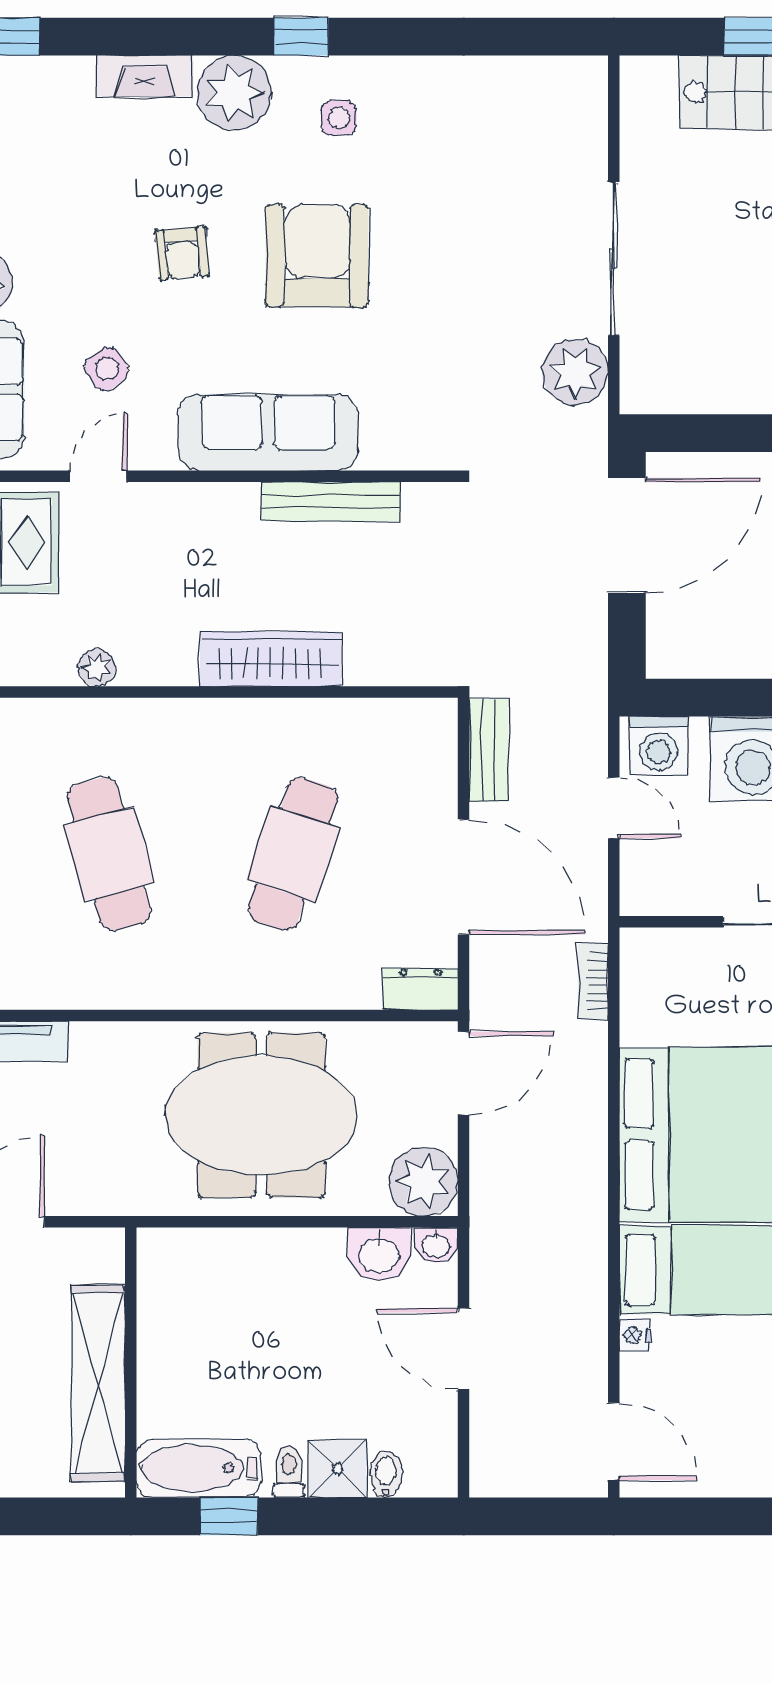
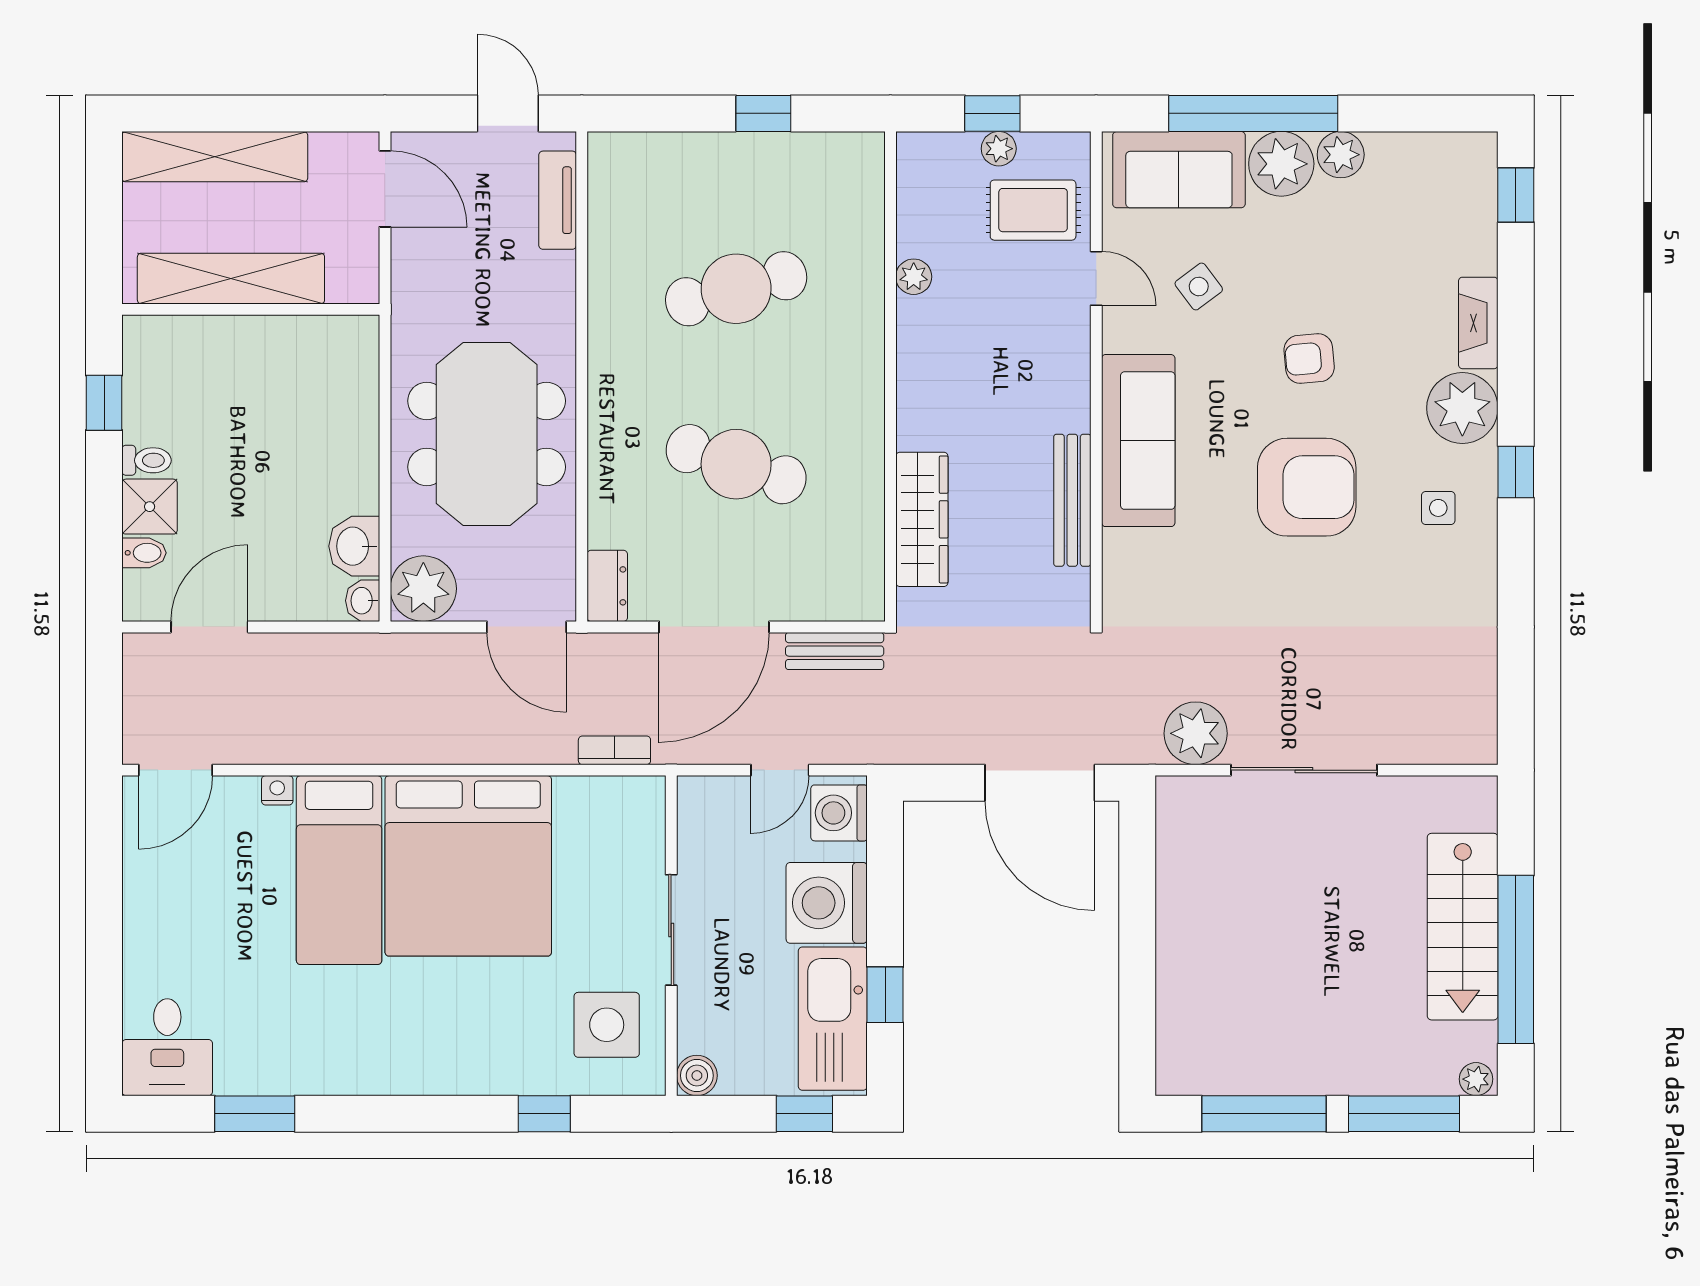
wardrobe: (271, 659) -> (922, 519), moved
door: (464, 1349) -> (209, 627), moved
bathtub: (199, 1468) -> (150, 374), removed

